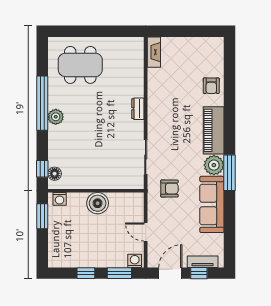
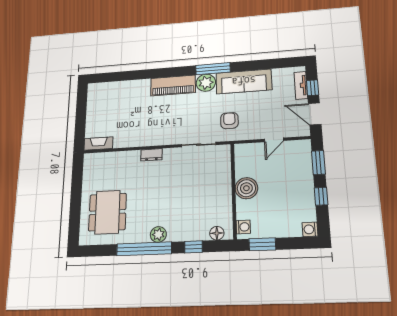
armchair: (211, 86) -> (131, 91), removed
window: (42, 169) -> (193, 247), moved
washing machine: (135, 261) -> (310, 229), moved

